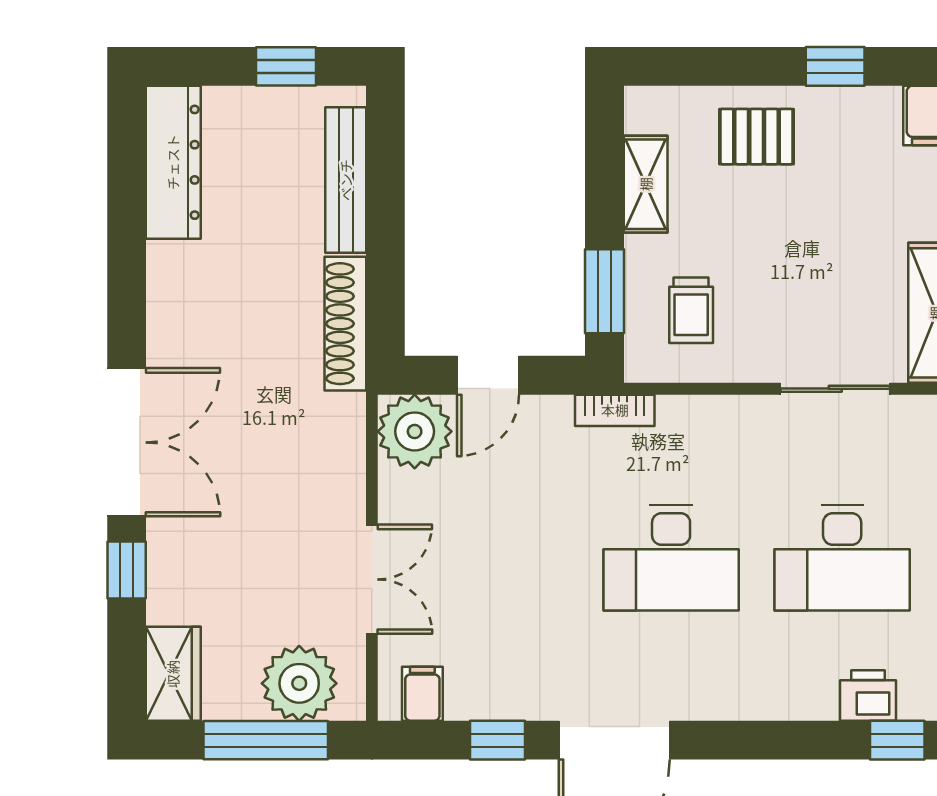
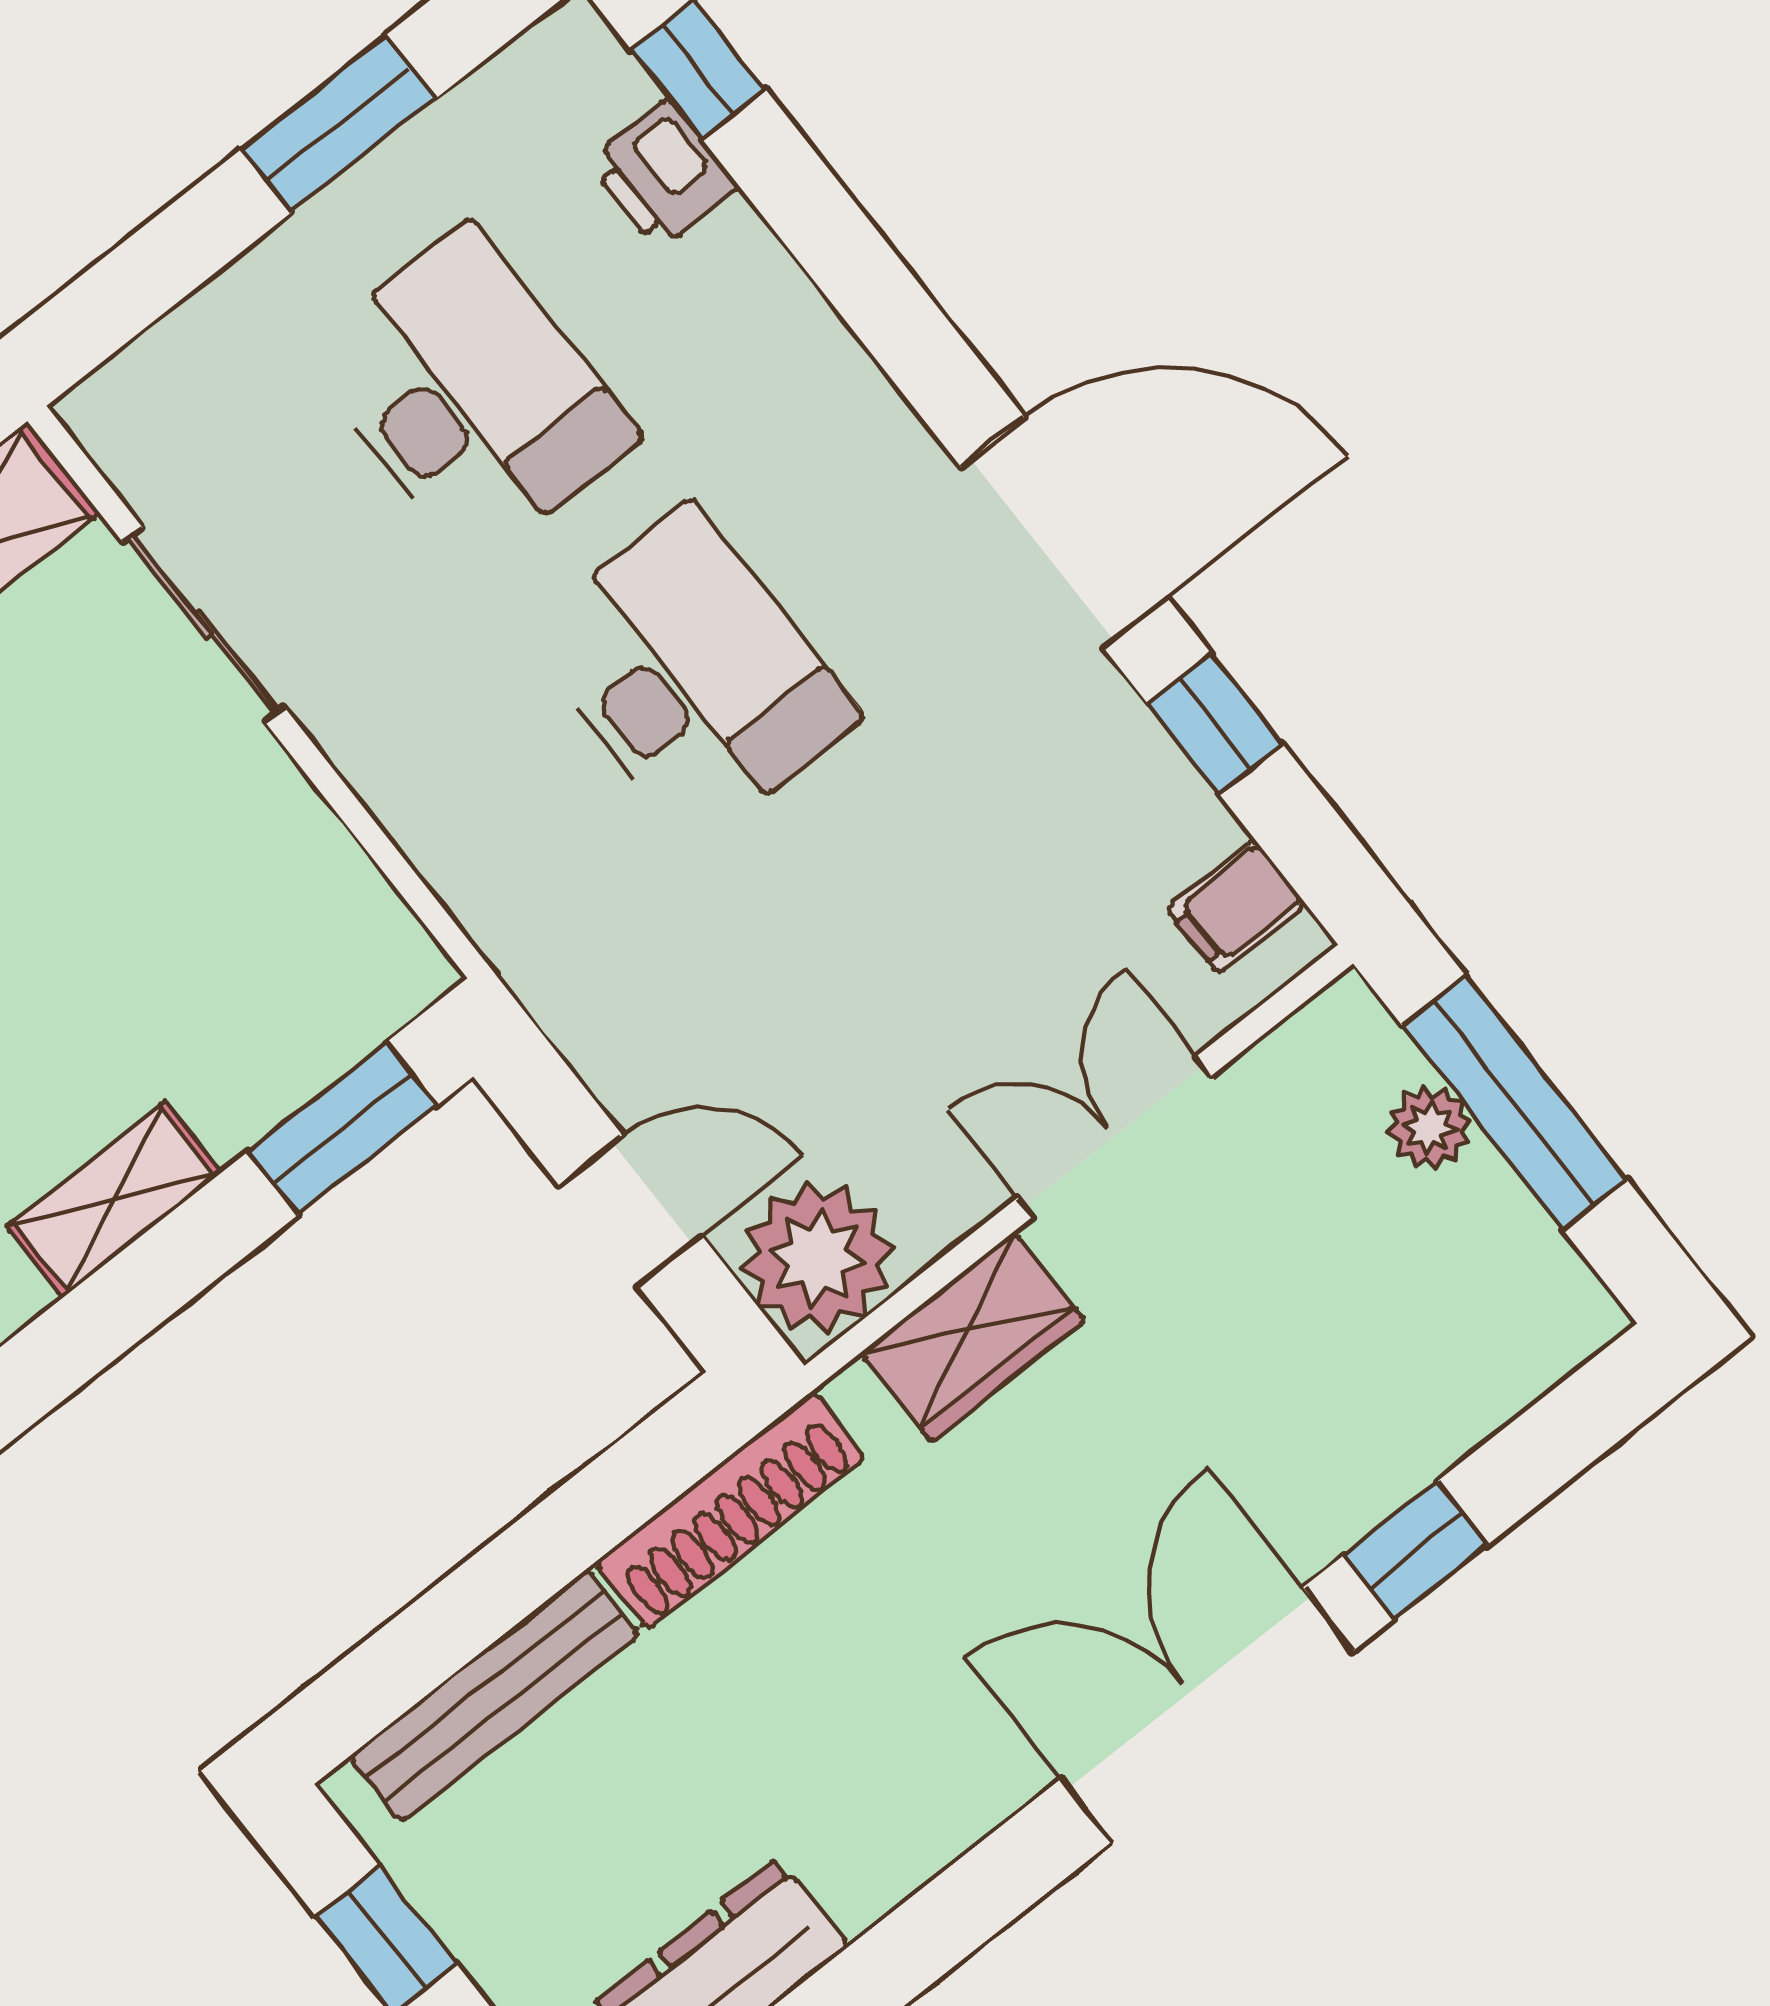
trolley: (691, 310) -> (262, 962), removed
bookcase: (615, 410) -> (524, 958), removed
wardrobe: (173, 674) -> (973, 1337), moved, turned 180
plant: (299, 683) -> (1429, 1127), width x0.53, depth x0.53

